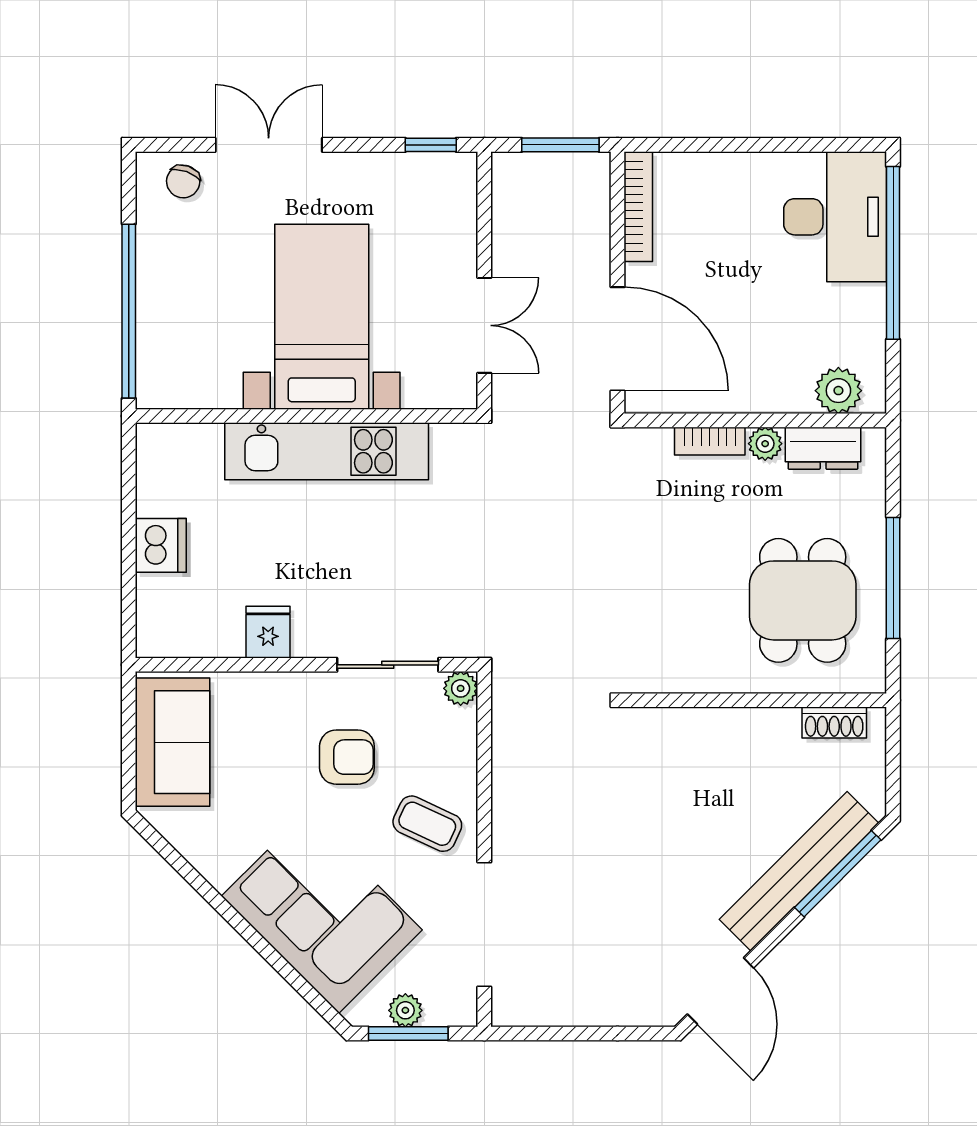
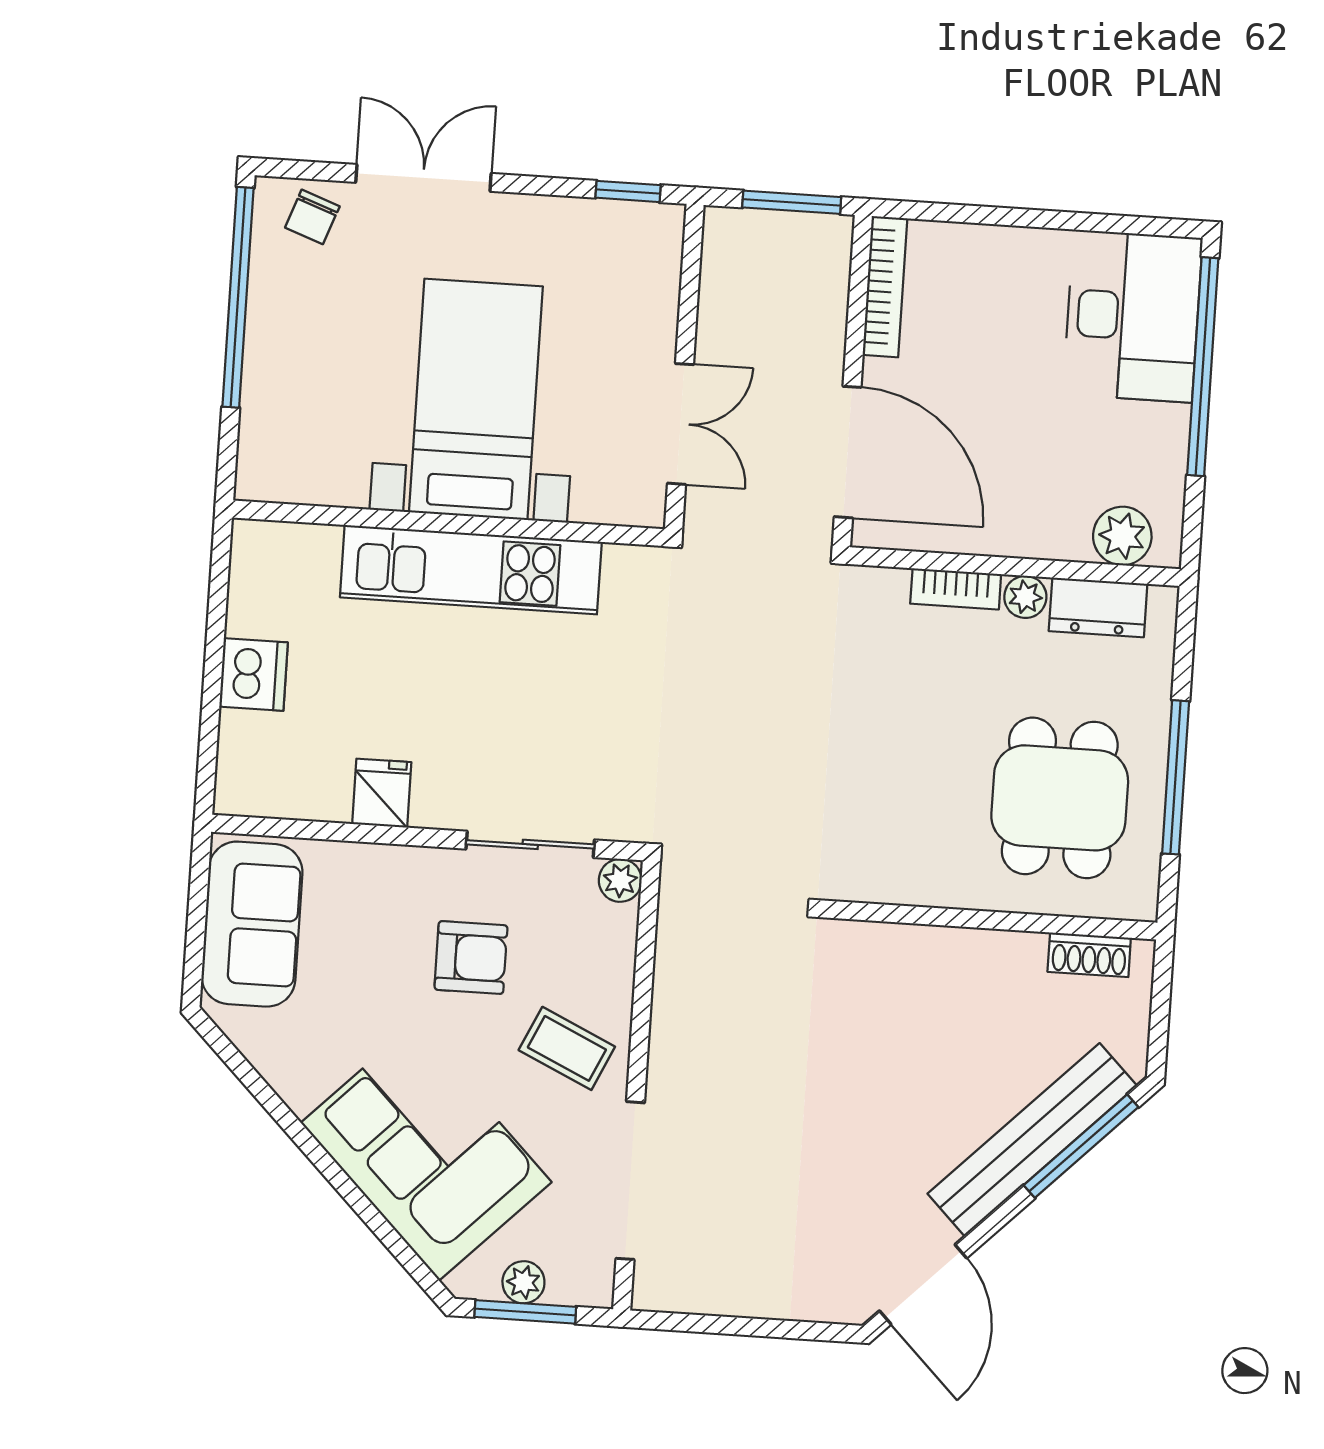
window: (129, 311) -> (238, 297), moved

